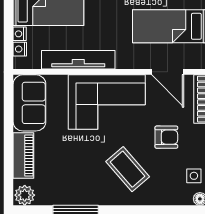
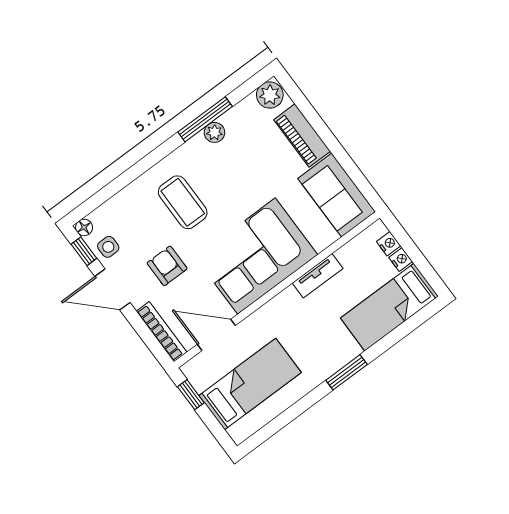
tv unit: (78, 60) -> (318, 276), width x0.52, depth x0.78
armchair: (166, 137) -> (167, 266), turned 90
coffee table: (128, 169) -> (183, 202), turned 41
plant: (76, 198) -> (214, 132), added

